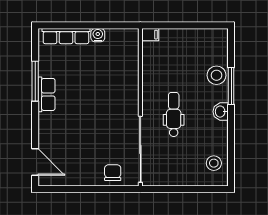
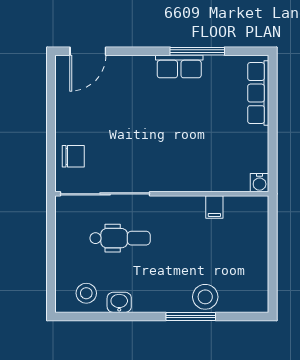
water cooler: (98, 35) -> (260, 183), moved, turned 90
filing cabinet: (150, 35) -> (214, 207), moved
washbasin: (221, 112) -> (119, 302), moved
dental chair: (174, 114) -> (120, 238), moved

